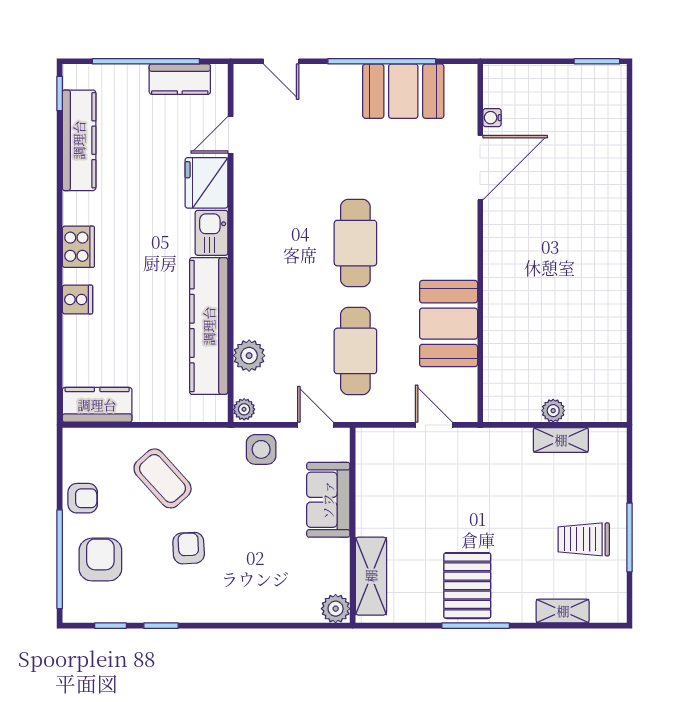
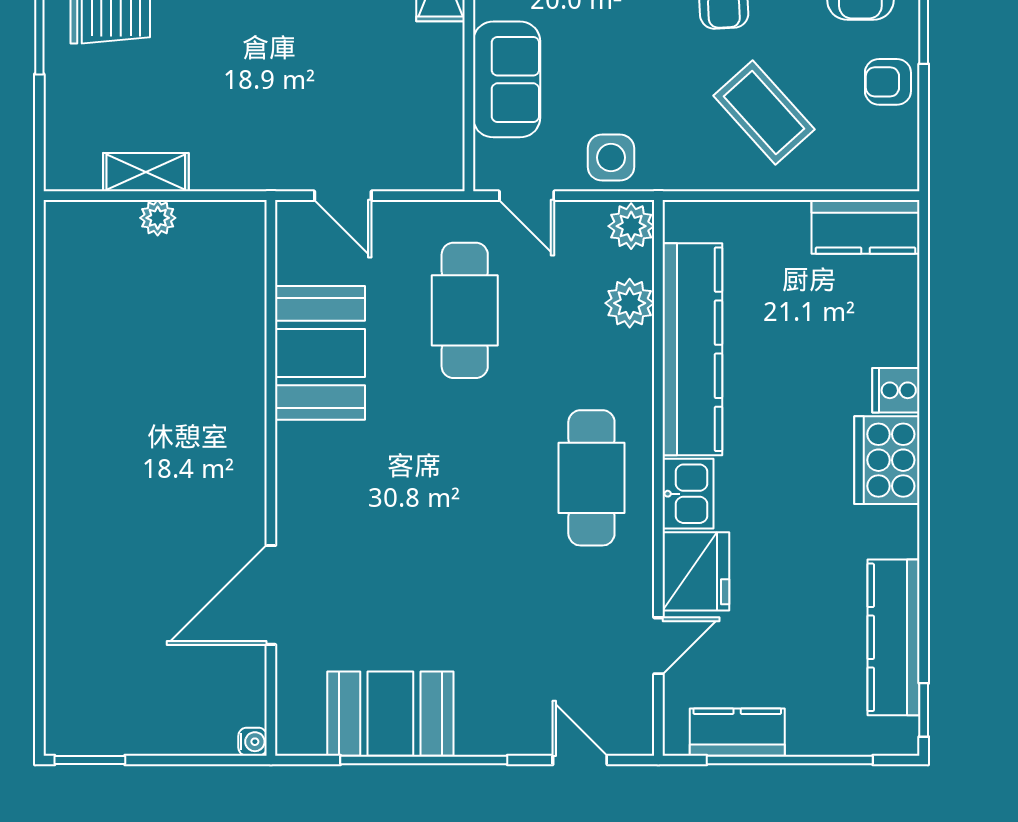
water cooler: (492, 118) -> (253, 742), moved
cafe table: (355, 243) -> (591, 478), moved
cooker: (78, 247) -> (887, 460), width x1.37, depth x1.31
plant: (244, 409) -> (631, 226), width x1.38, depth x1.38

